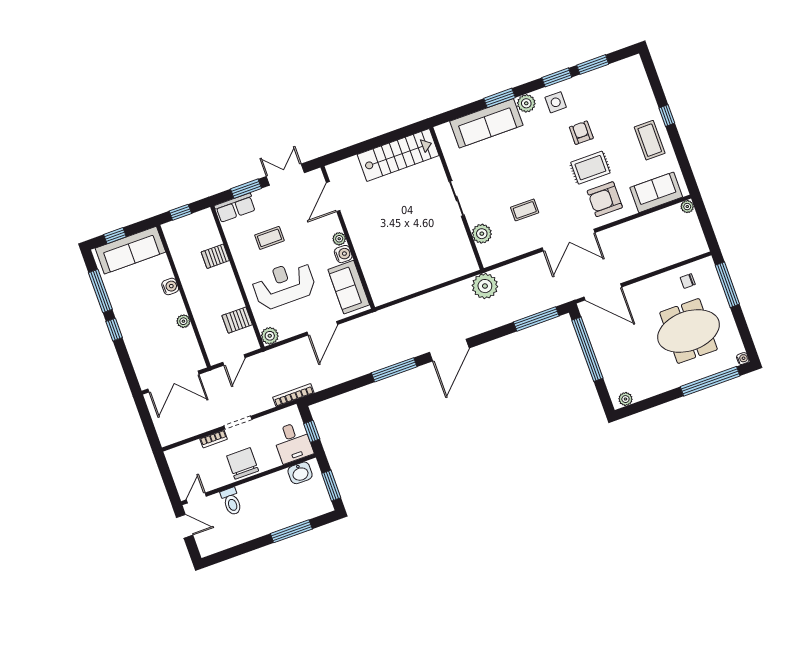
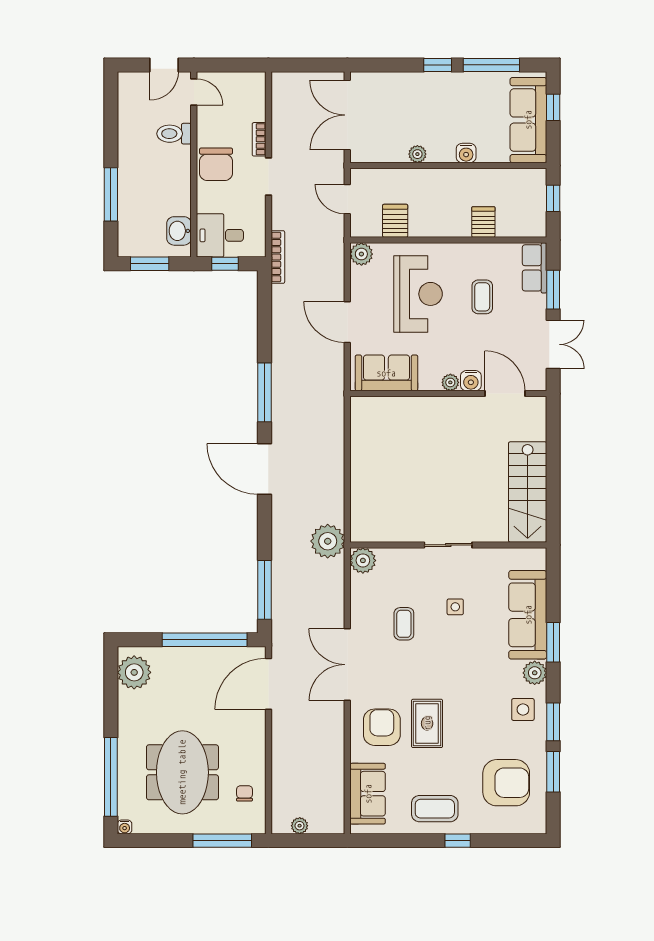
armchair: (581, 133) -> (506, 783), moved, width x1.88, depth x1.88
side table: (499, 177) -> (455, 607), added
plant: (687, 207) -> (300, 826), moved
plant: (482, 234) -> (363, 560), moved
water cooler: (343, 254) -> (471, 381), moved
plant: (625, 399) -> (134, 672), width x1.87, depth x1.87
chair: (243, 463) -> (216, 164), turned 90

